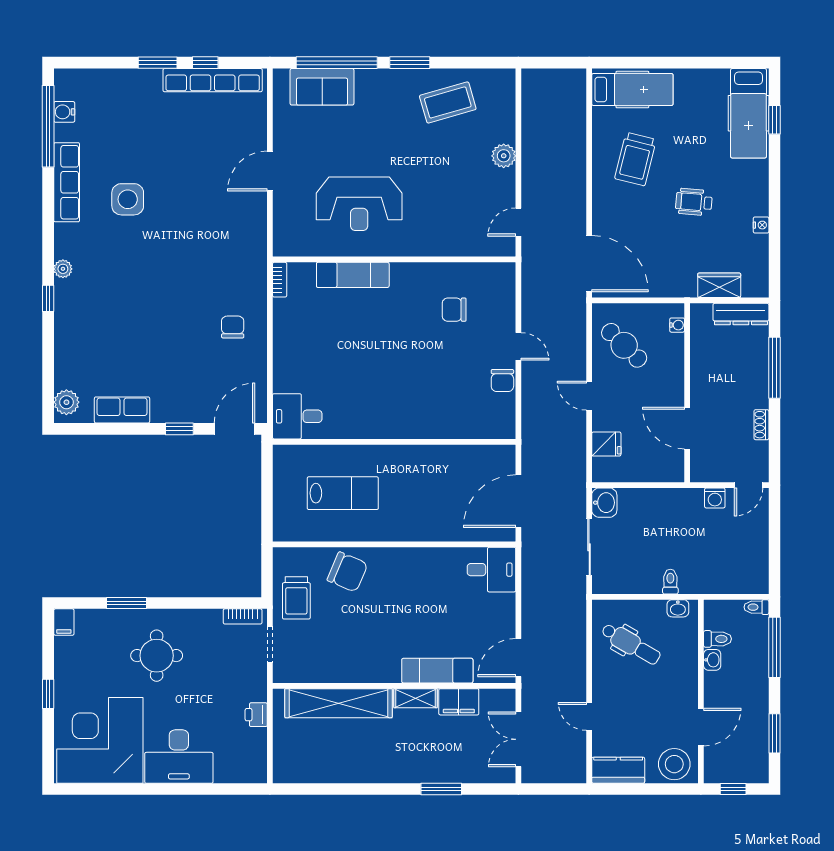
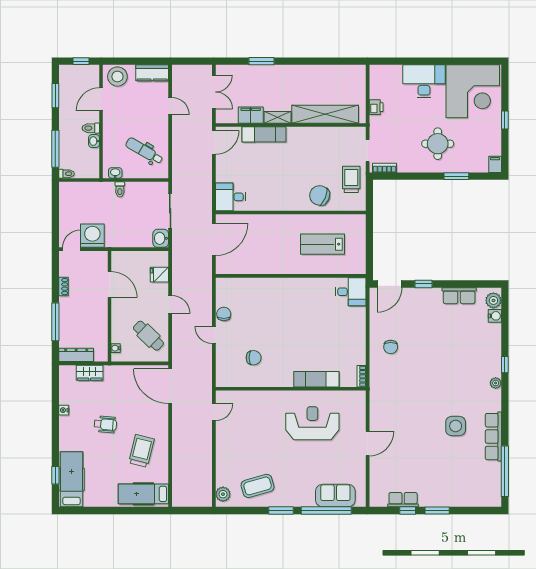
row of seats: (213, 80) -> (403, 500), width x0.50
water cooler: (64, 112) -> (495, 316), moved
plant: (504, 156) -> (223, 494), moved
washing machine: (715, 498) -> (92, 236), width x1.89, depth x1.89
toilet: (717, 639) -> (91, 128), moved

